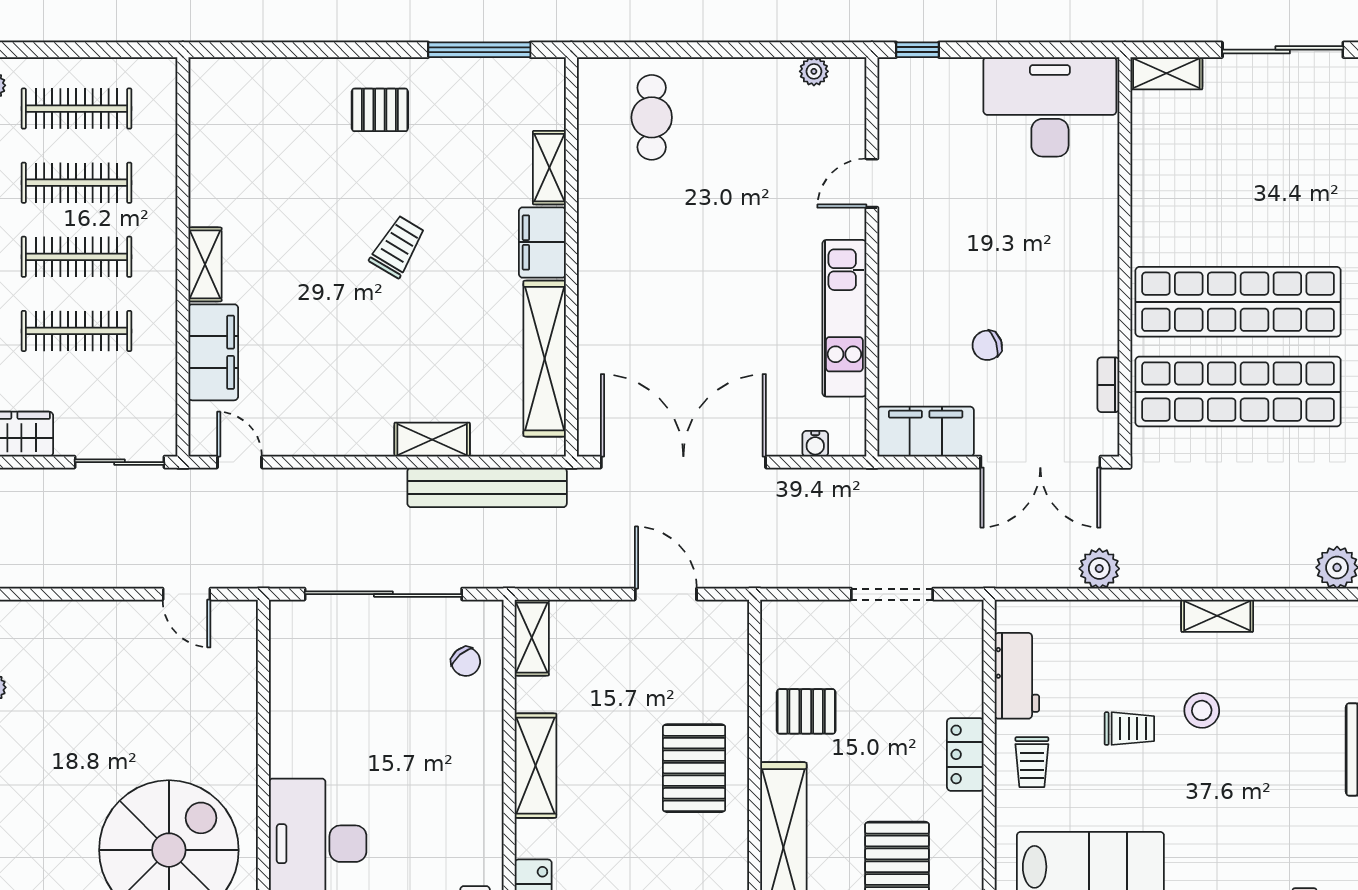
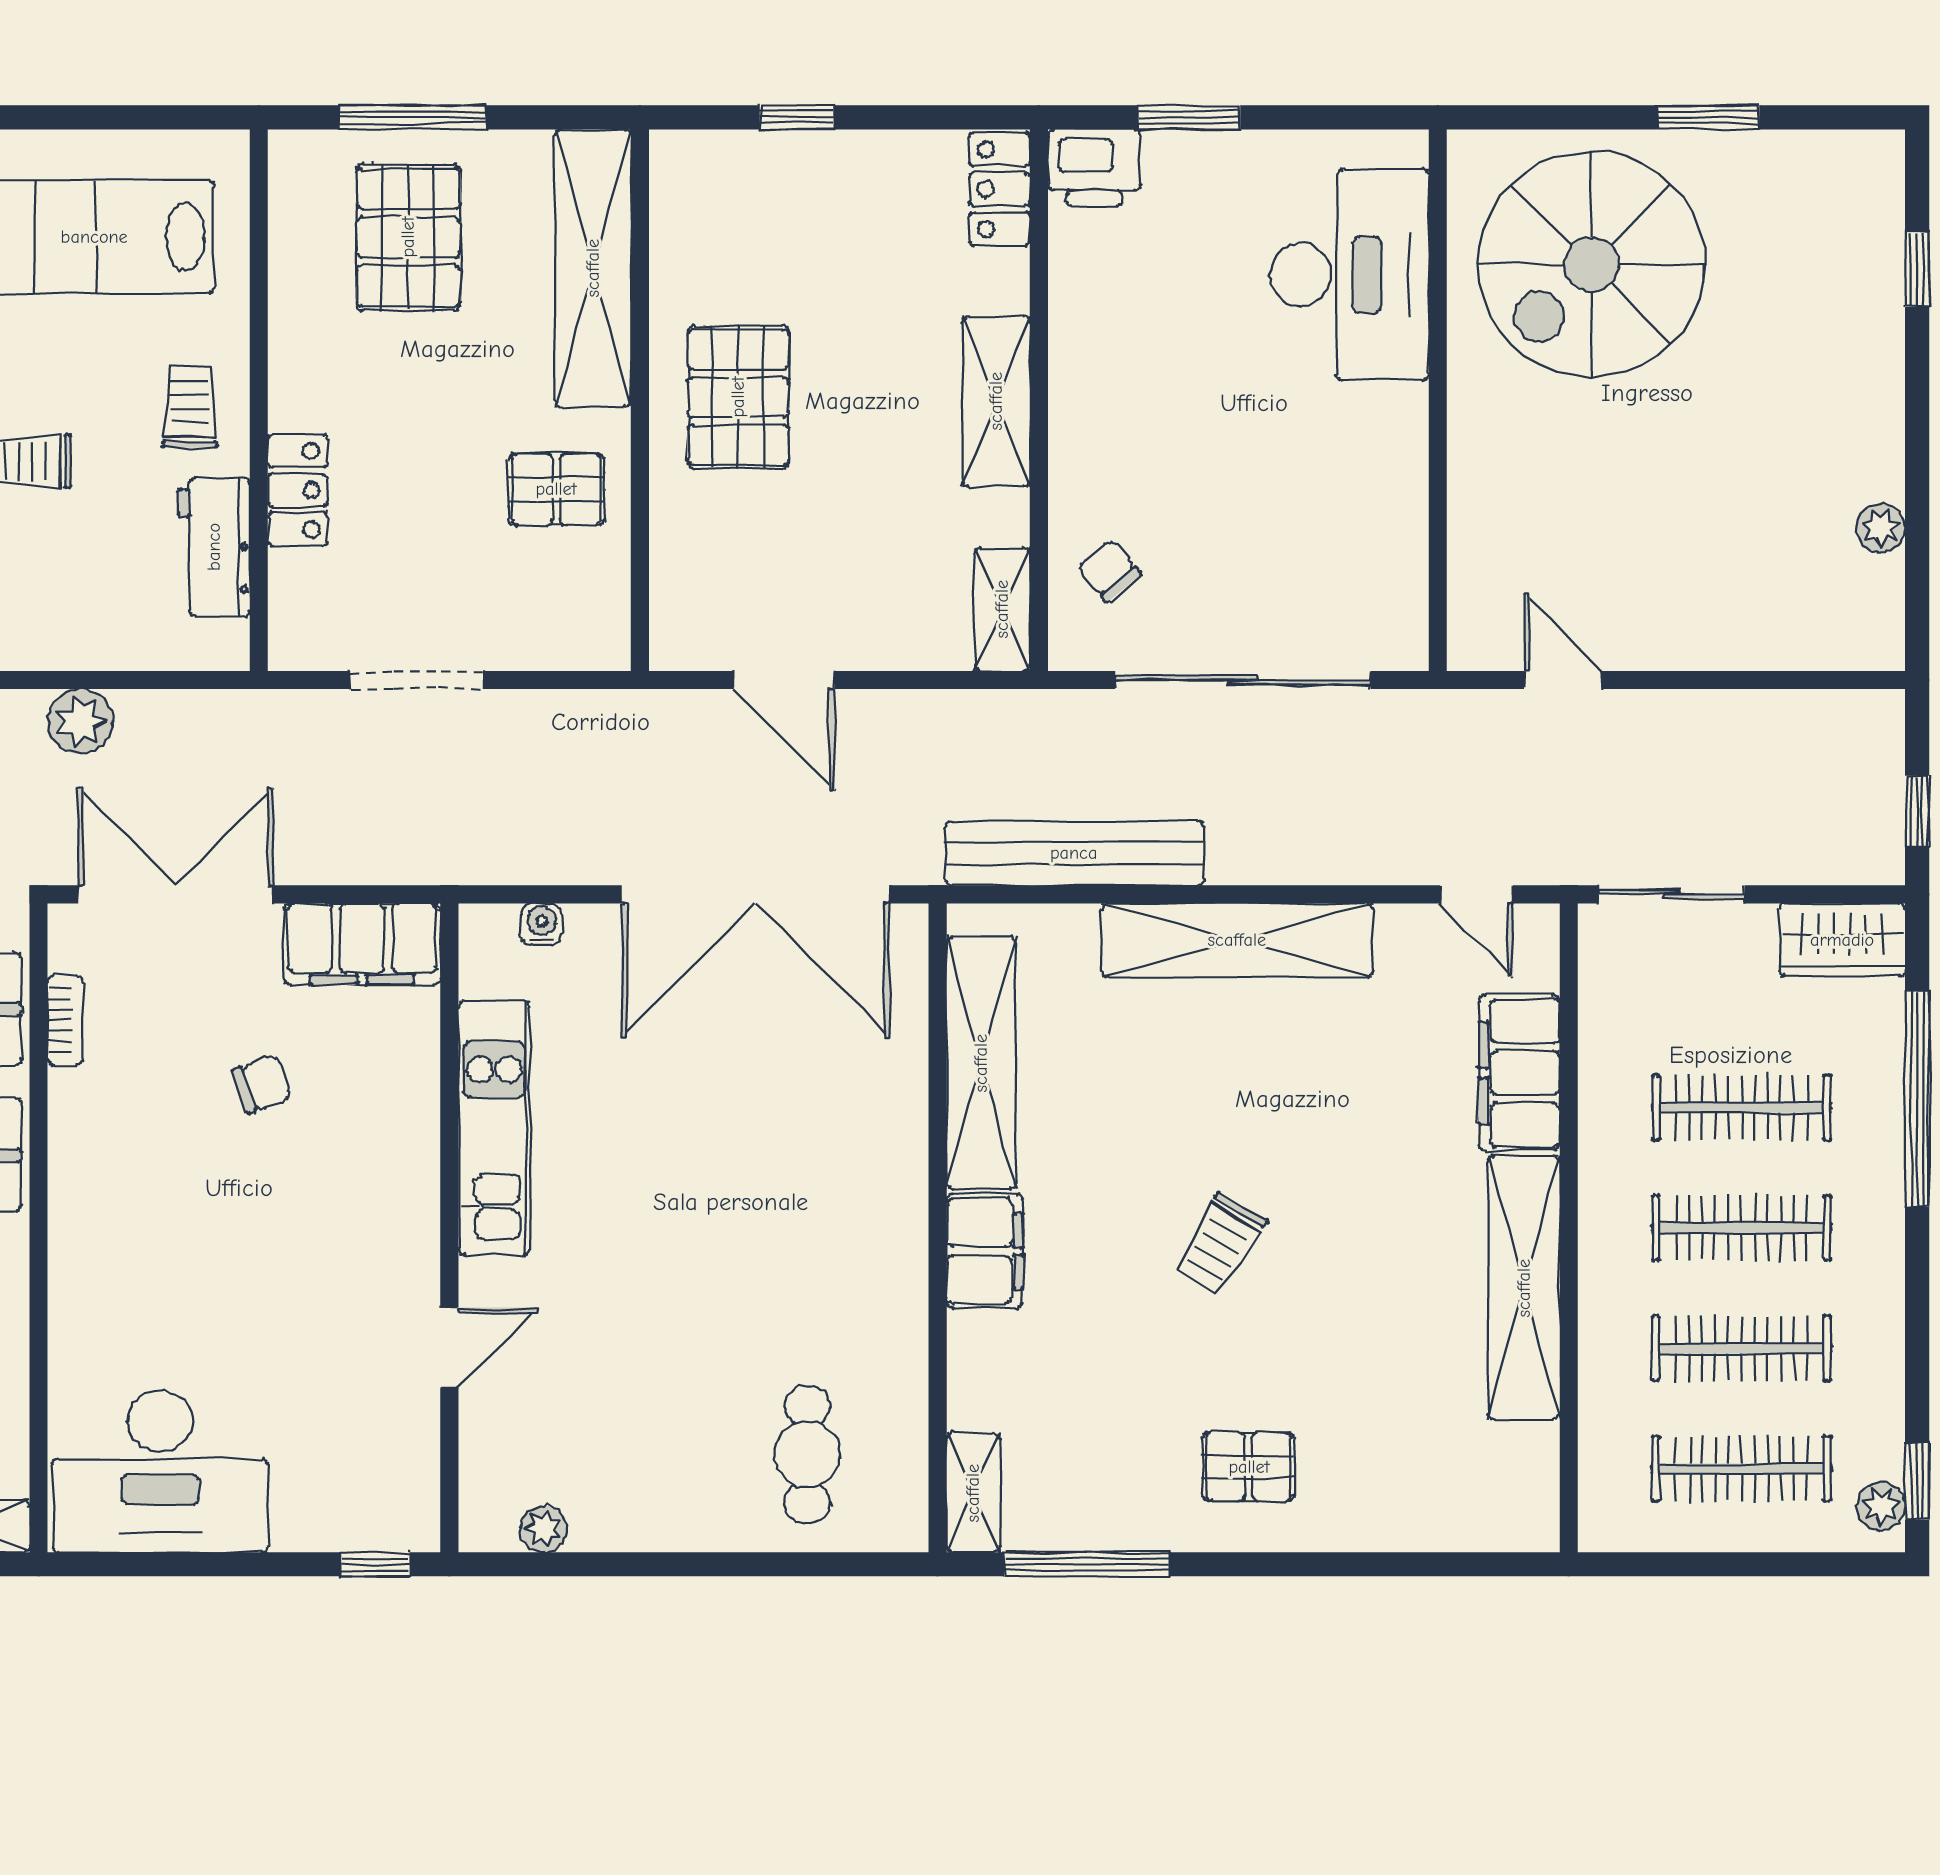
shelving: (549, 168) -> (973, 1493), moved
shelving: (205, 264) -> (1524, 1288), width x2.20, depth x1.33
shelving: (432, 440) -> (1237, 940), width x2.20, depth x1.33
locker: (965, 754) -> (298, 490), moved

